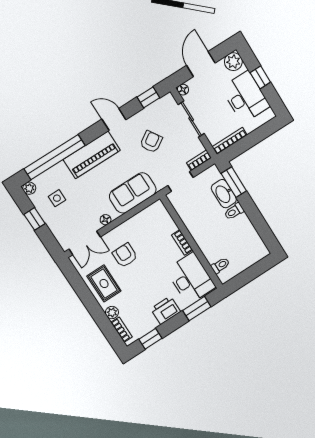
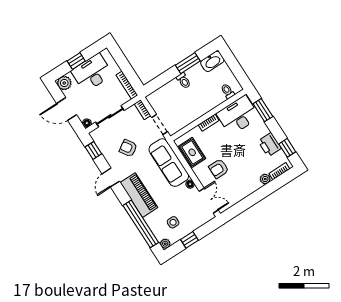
window: (234, 182) -> (188, 63), moved
sofa: (133, 193) -> (169, 163), width x1.36
washbasin: (224, 194) -> (212, 61), moved
rug: (104, 283) -> (192, 152), moved, turned 90
printer: (166, 310) -> (270, 145), moved

